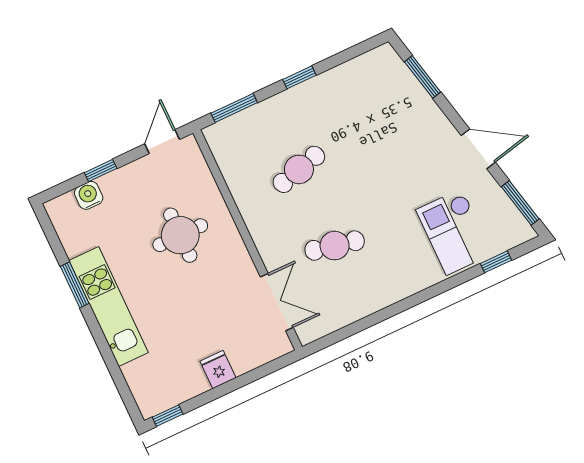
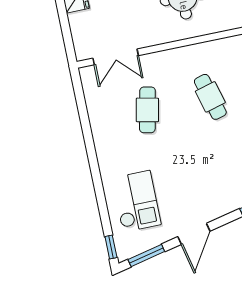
checkout: (454, 232) -> (136, 201), turned 90
window: (496, 262) -> (111, 247), moved

